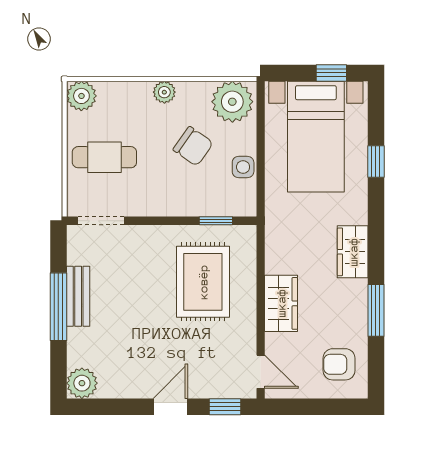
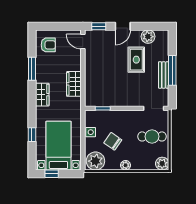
rug: (203, 282) -> (136, 60), moved, width x0.73, depth x0.70
wardrobe: (281, 303) -> (74, 84), moved
plant: (82, 383) -> (148, 37), moved

